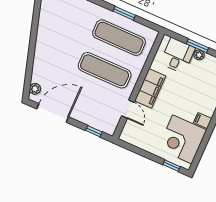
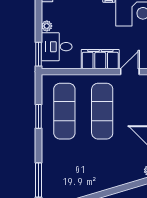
window: (197, 46) -> (39, 54), moved

